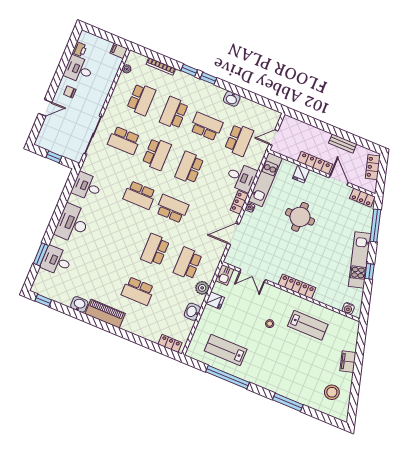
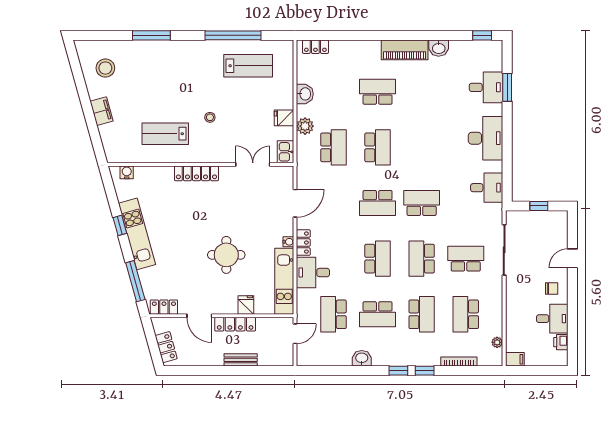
bench: (343, 144) -> (241, 360), moved

